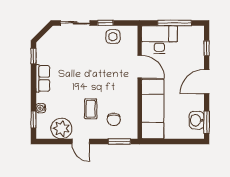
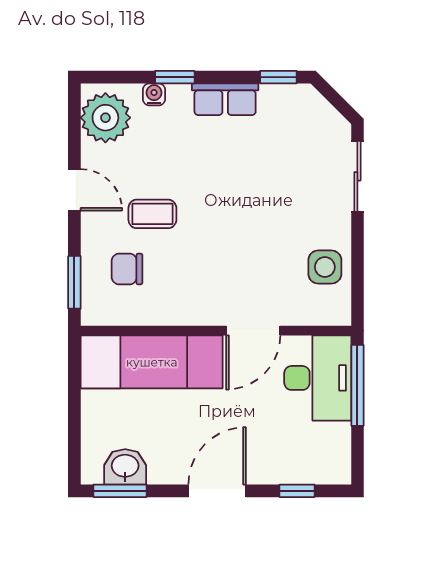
window: (105, 23) -> (357, 249), removed
window: (174, 23) -> (357, 385), moved
door: (207, 82) -> (217, 491), hinge flipped
window: (33, 120) -> (175, 77), moved
plant: (61, 128) -> (105, 118), moved
door: (81, 141) -> (74, 190), swing flipped

